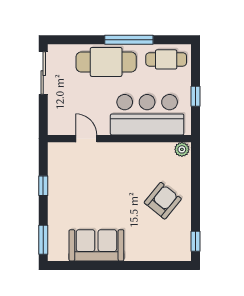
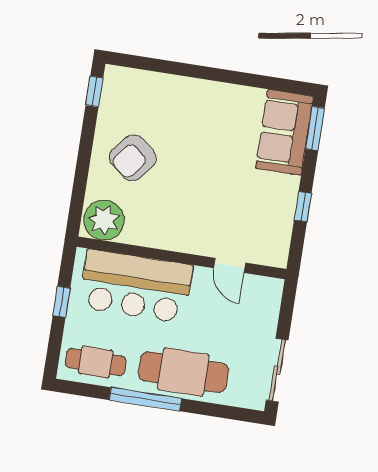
plant: (182, 149) -> (104, 220), width x1.88, depth x1.88
sofa: (96, 245) -> (284, 132), moved, turned 90

